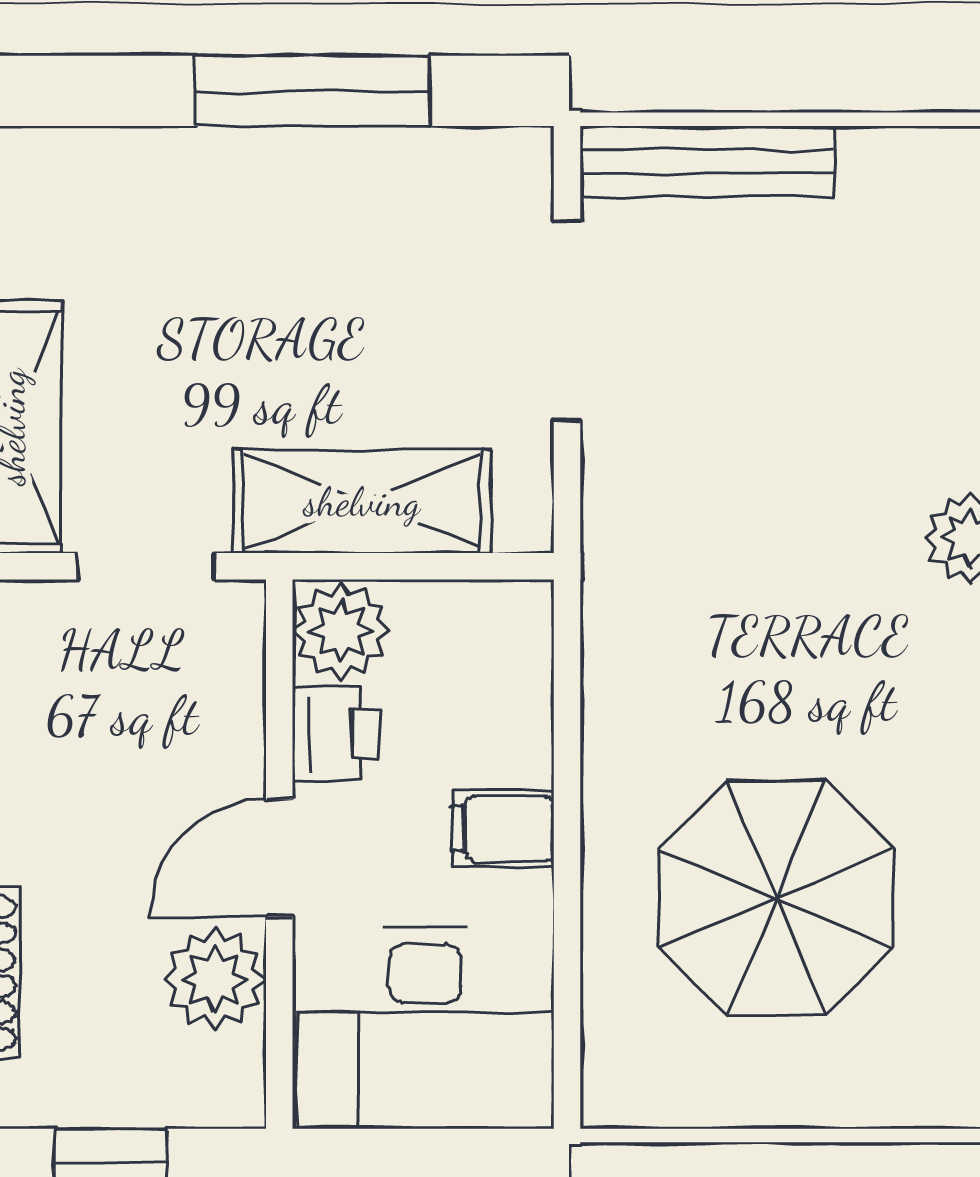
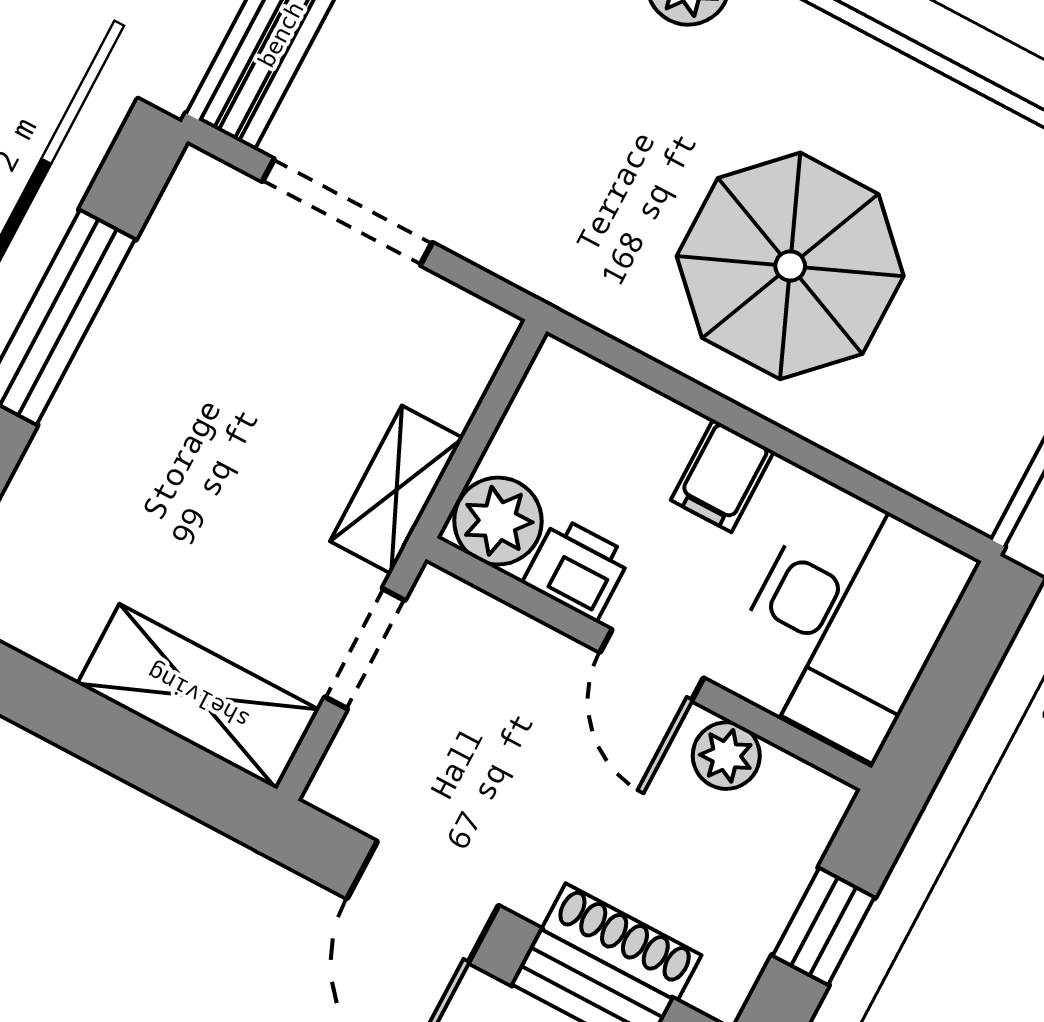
shelving: (362, 502) -> (397, 490), width x0.67, depth x0.75
parasol: (776, 898) -> (790, 266), moved
plant: (215, 979) -> (726, 756), width x0.73, depth x0.73

